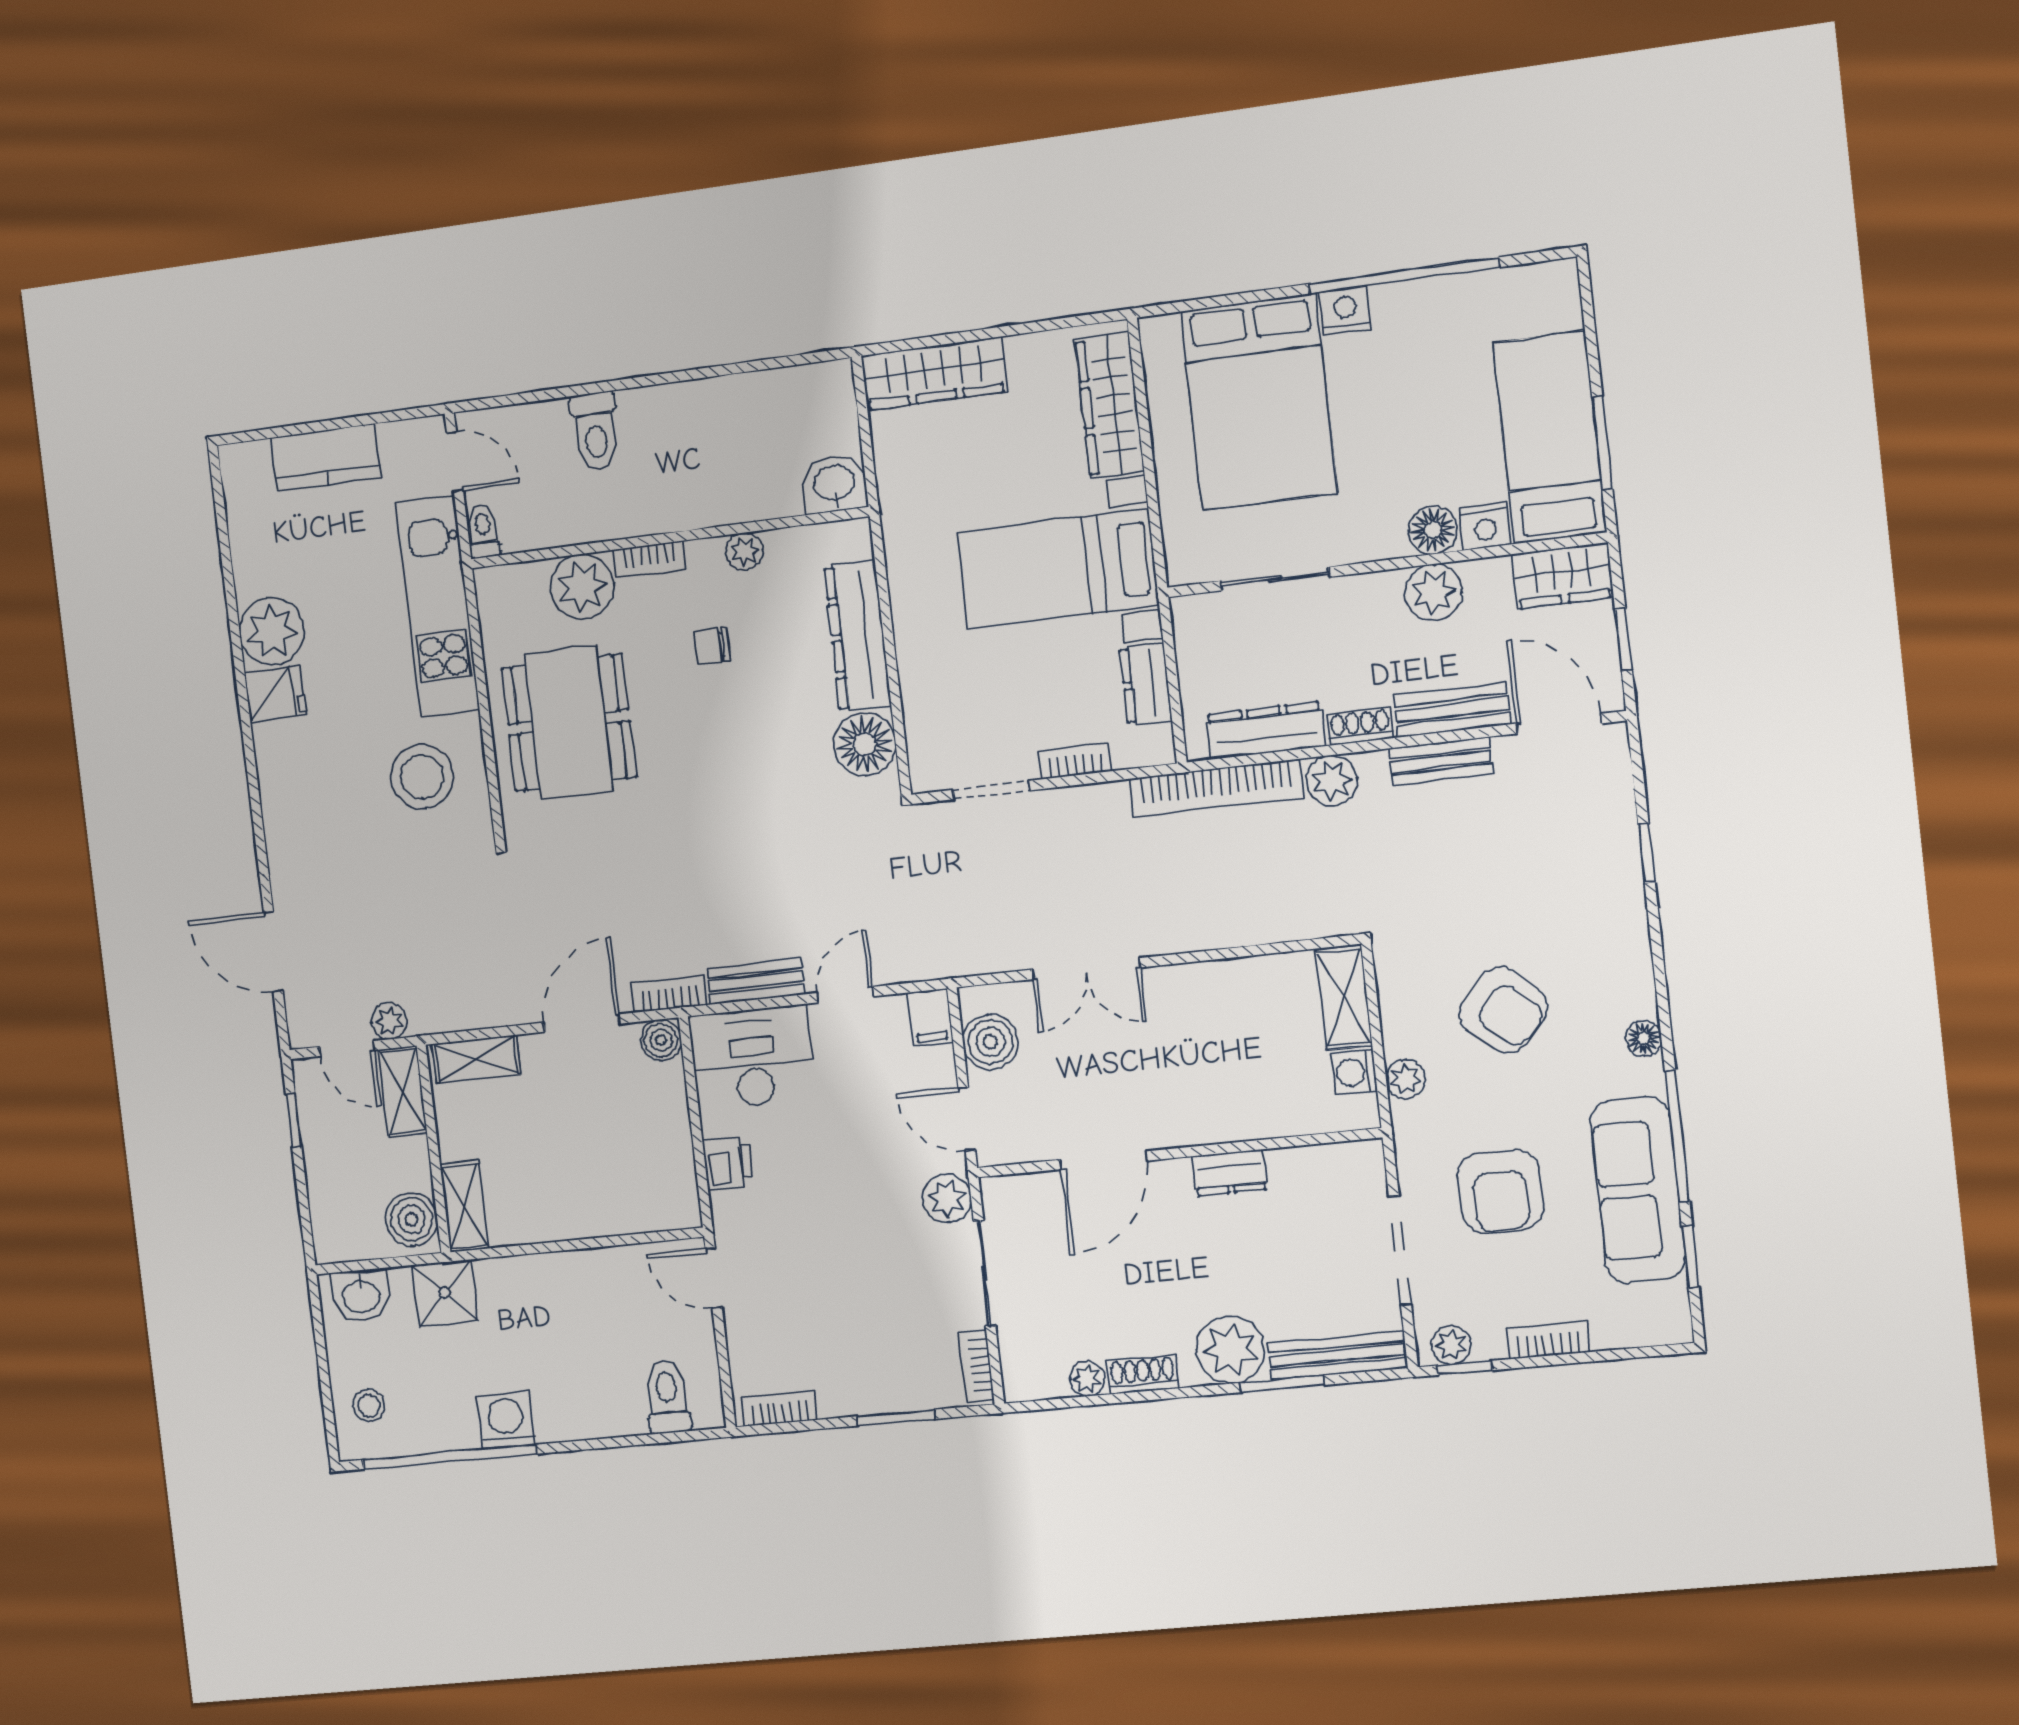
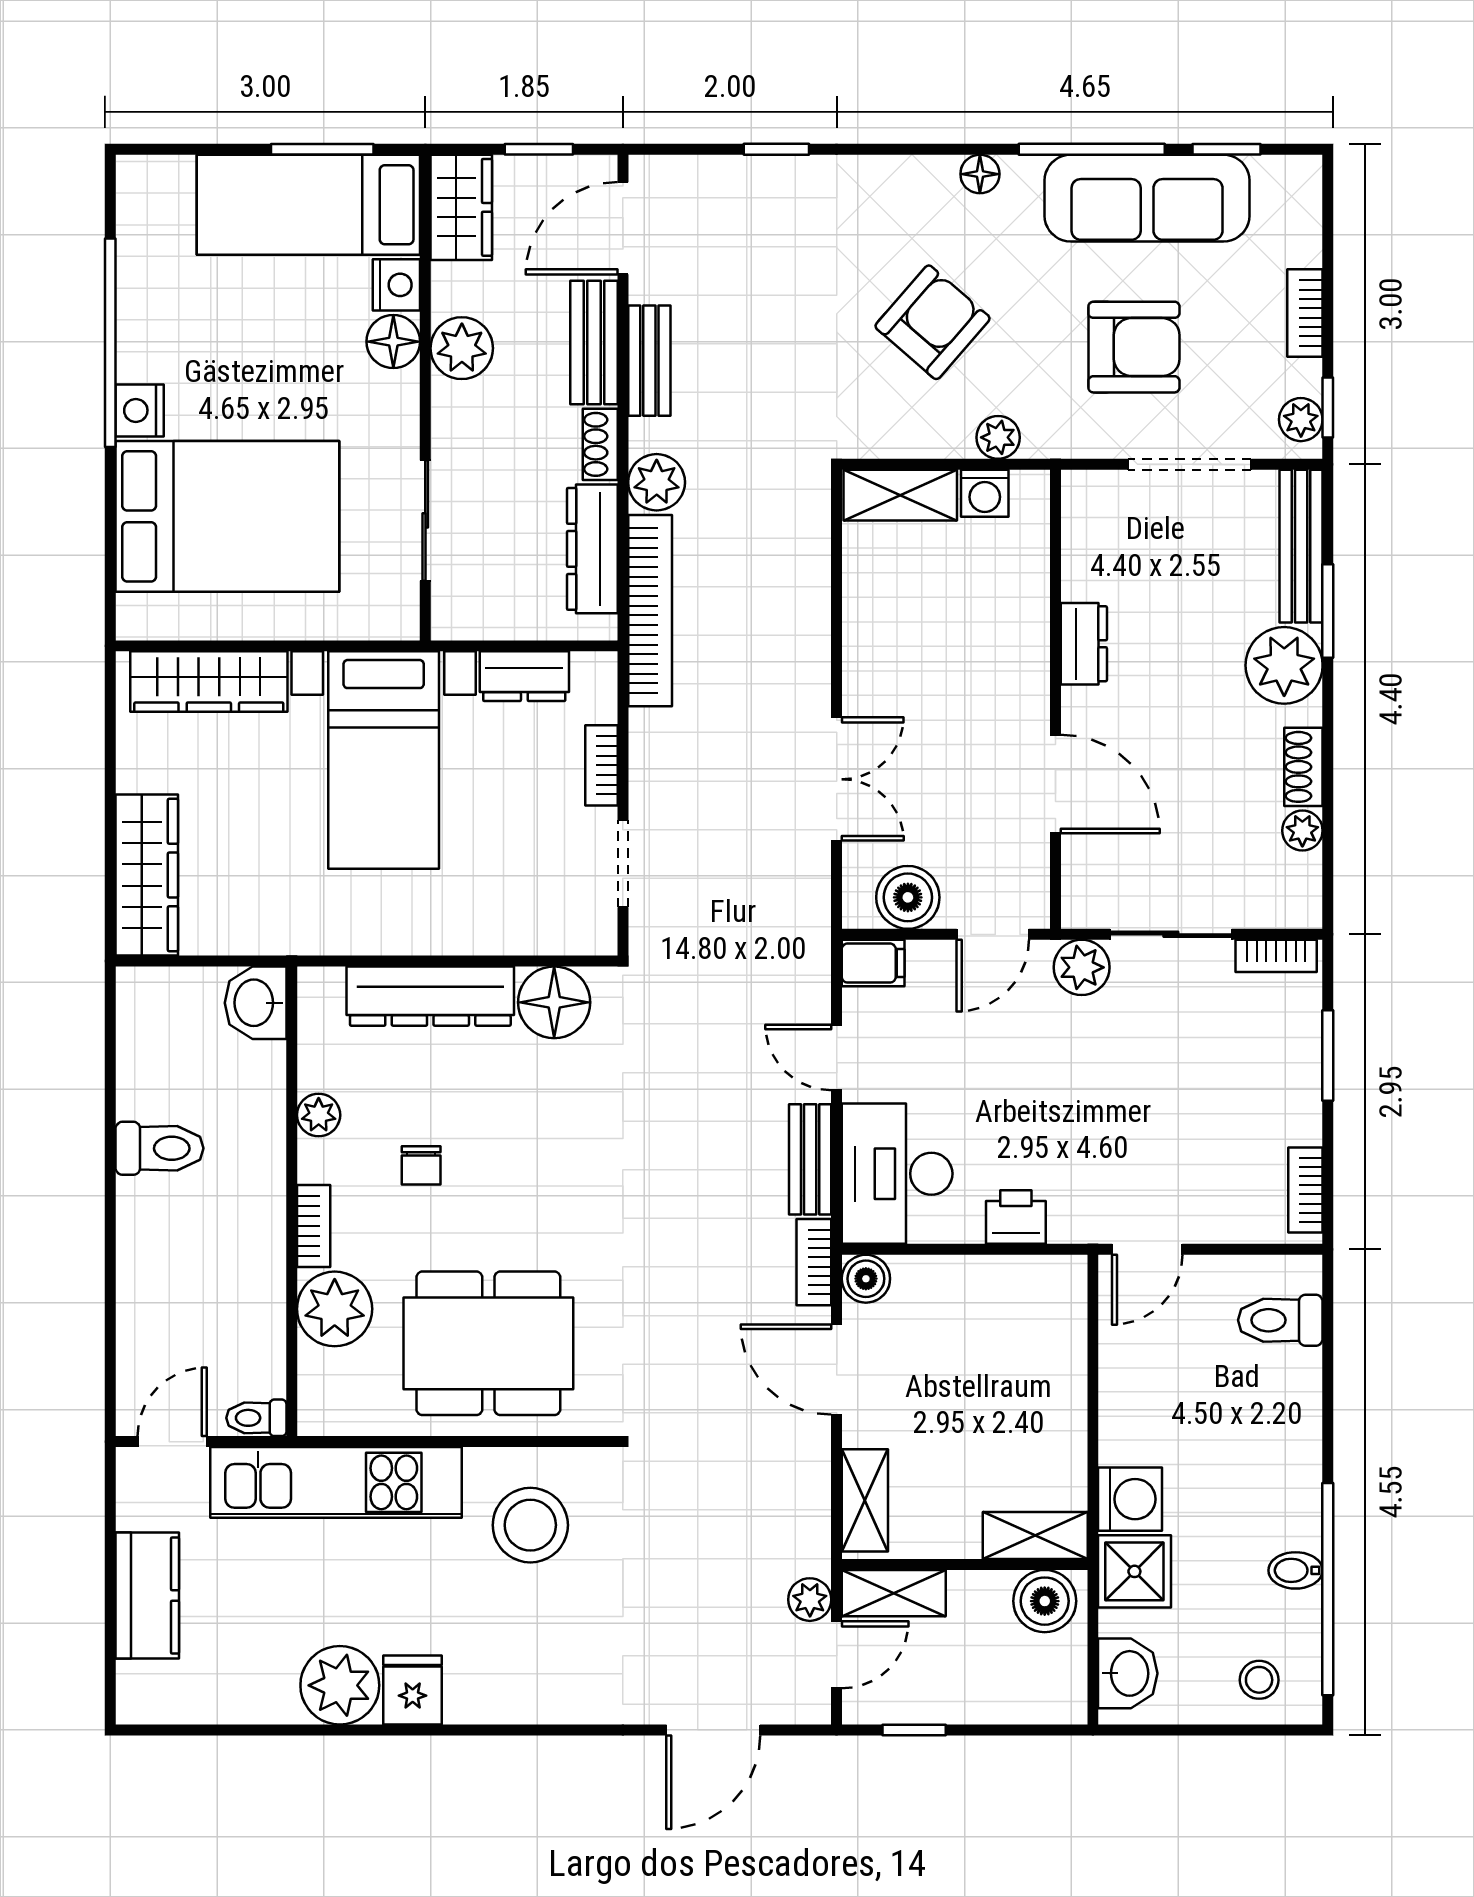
toilet: (595, 431) -> (159, 1148), moved
washing machine: (506, 1420) -> (1130, 1499), moved, turned 180
bidet: (462, 1428) -> (1295, 1570), added

